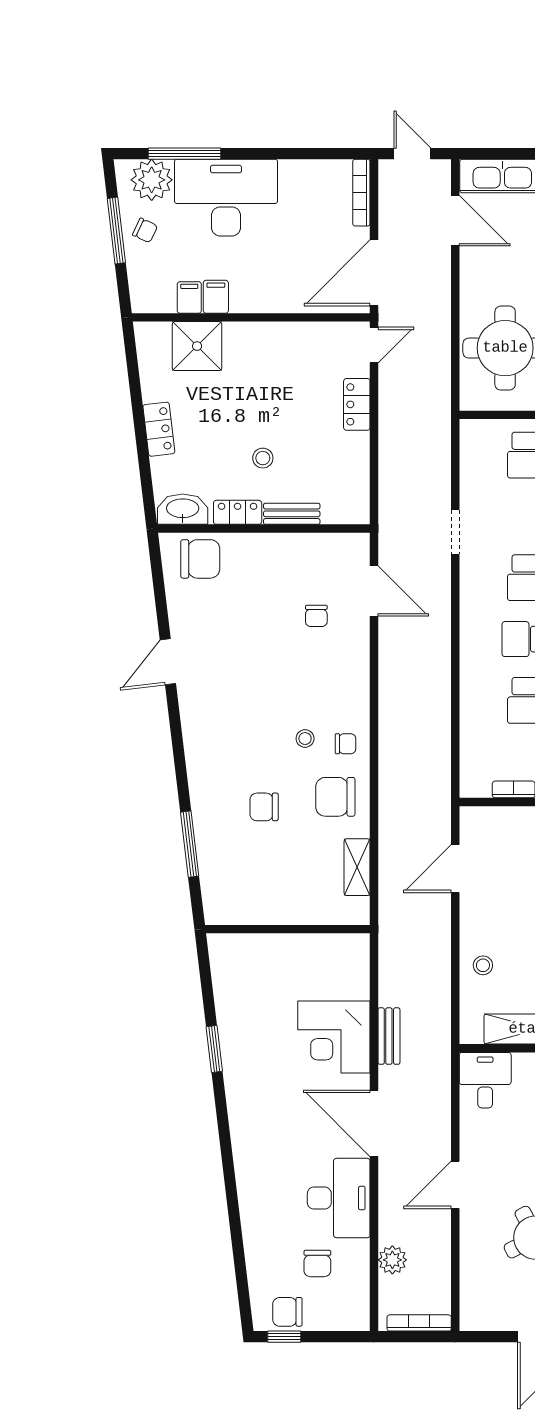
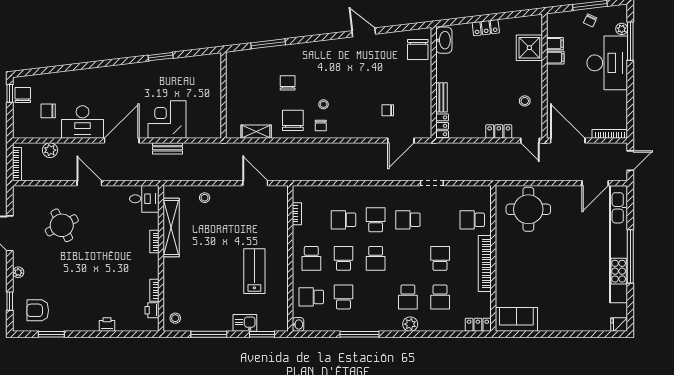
plant: (152, 180) -> (622, 29), width x0.53, depth x0.53
stool: (263, 458) -> (525, 101), moved
locker: (238, 512) -> (442, 126), moved

